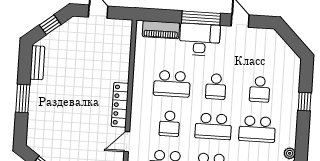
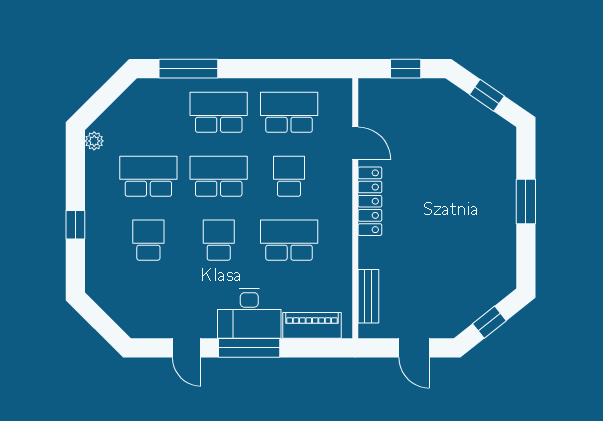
bench: (37, 63) -> (368, 296), moved
door: (127, 142) -> (355, 143), hinge flipped

